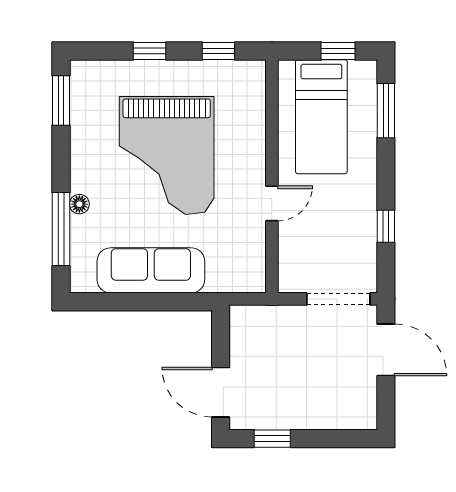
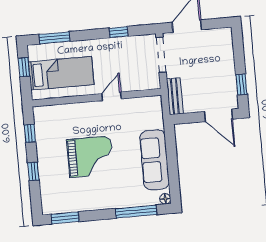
grand piano: (167, 156) -> (90, 157), width x0.73, depth x0.68
door: (272, 203) -> (112, 96), hinge flipped
floor lamp: (79, 204) -> (165, 199), moved
bench: (262, 317) -> (175, 96), added
door: (221, 392) -> (218, 115), hinge flipped

